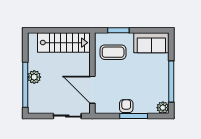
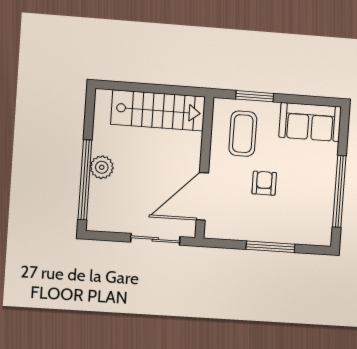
coffee table: (113, 52) -> (243, 134), turned 90
door: (92, 90) -> (202, 196), hinge flipped
armchair: (126, 106) -> (264, 183), moved
plant: (163, 108) -> (322, 235), removed

